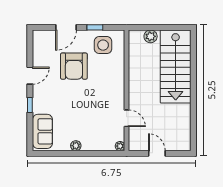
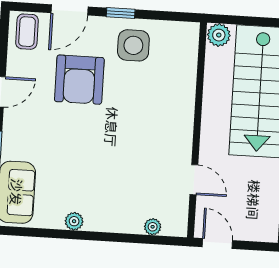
coffee table: (43, 41) -> (27, 32), added
wall: (127, 90) -> (197, 130), moved
door: (127, 118) -> (194, 180), moved

